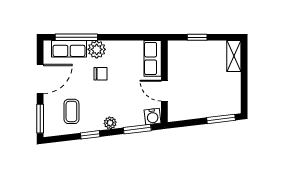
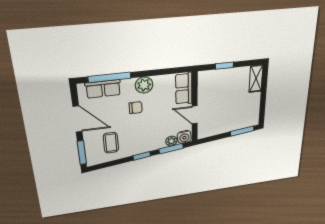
plant: (97, 49) -> (144, 85), moved
door: (40, 79) -> (77, 119), hinge flipped
plant: (110, 123) -> (171, 141), moved
window: (90, 135) -> (142, 156), moved

